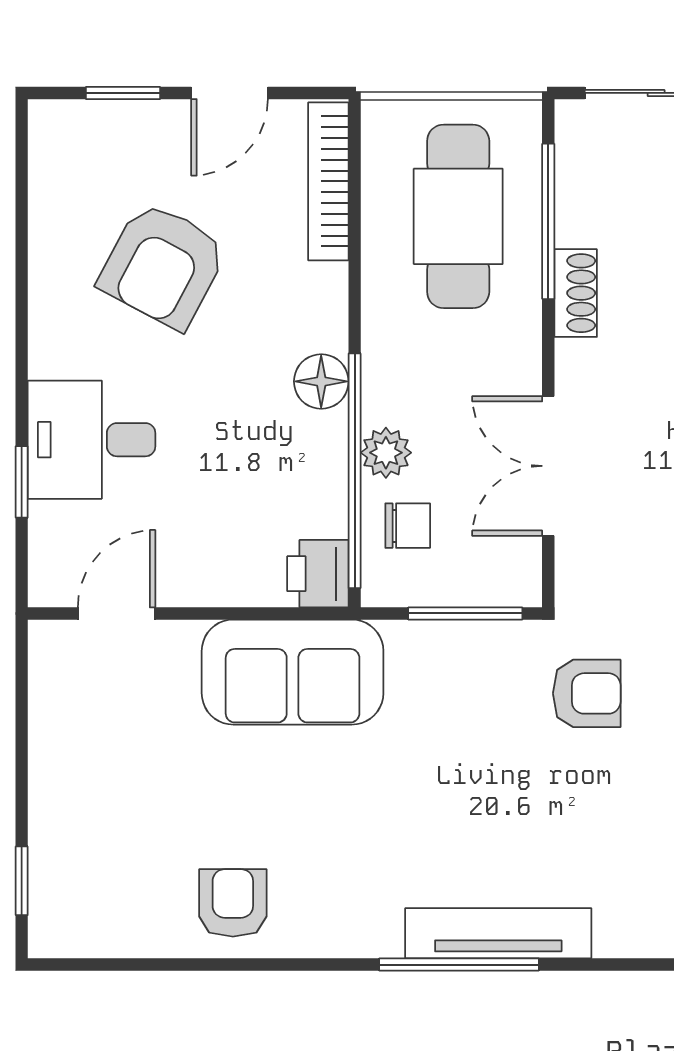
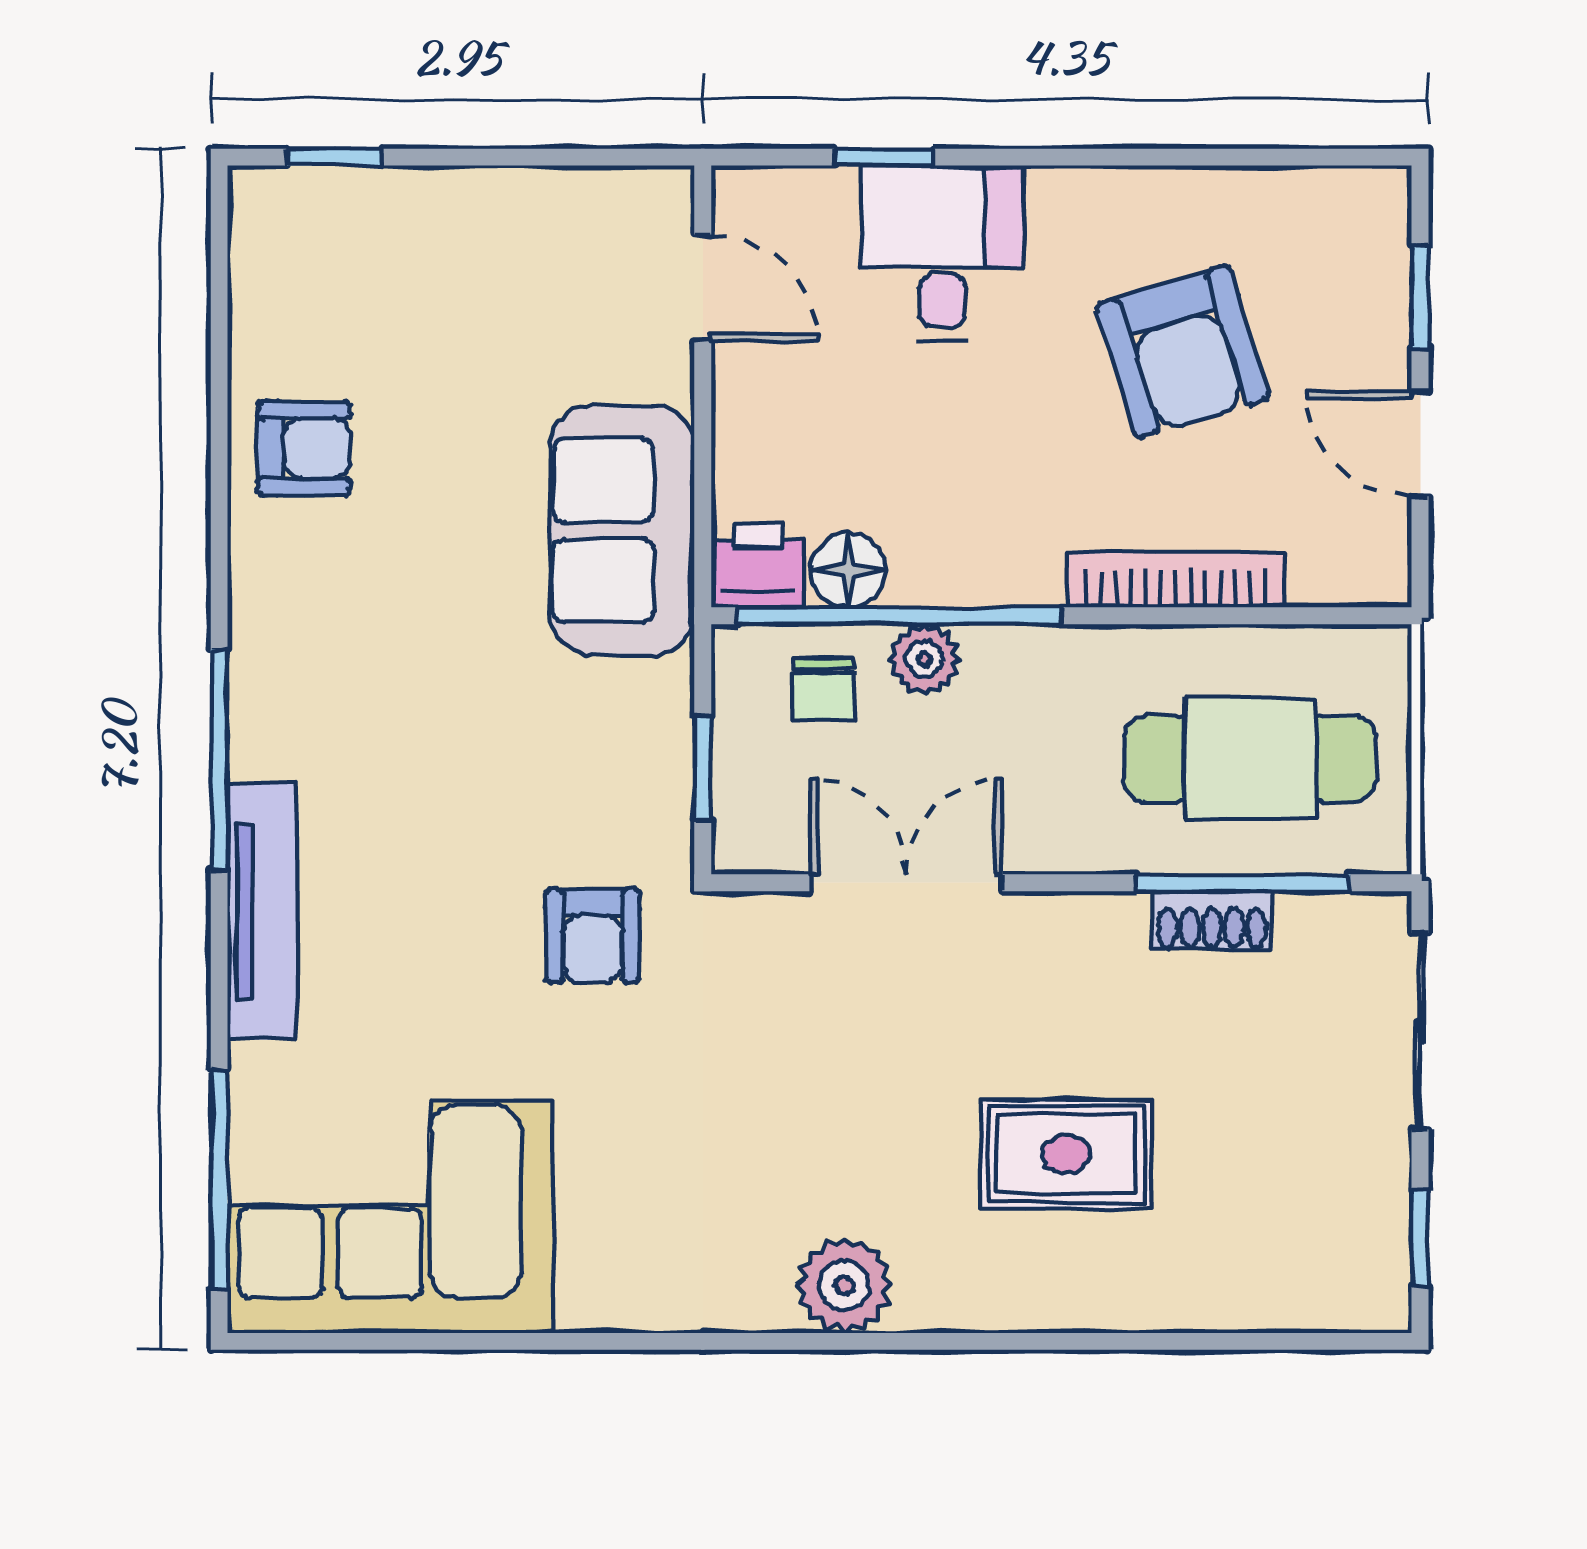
bookcase: (328, 181) -> (1175, 580), moved
armchair: (163, 265) -> (1183, 352), turned -135
shoe rack: (576, 293) -> (1212, 920), moved
floor lamp: (321, 381) -> (848, 570), moved
window: (465, 613) -> (703, 768), width x0.67
tv unit: (498, 933) -> (262, 911), moved

